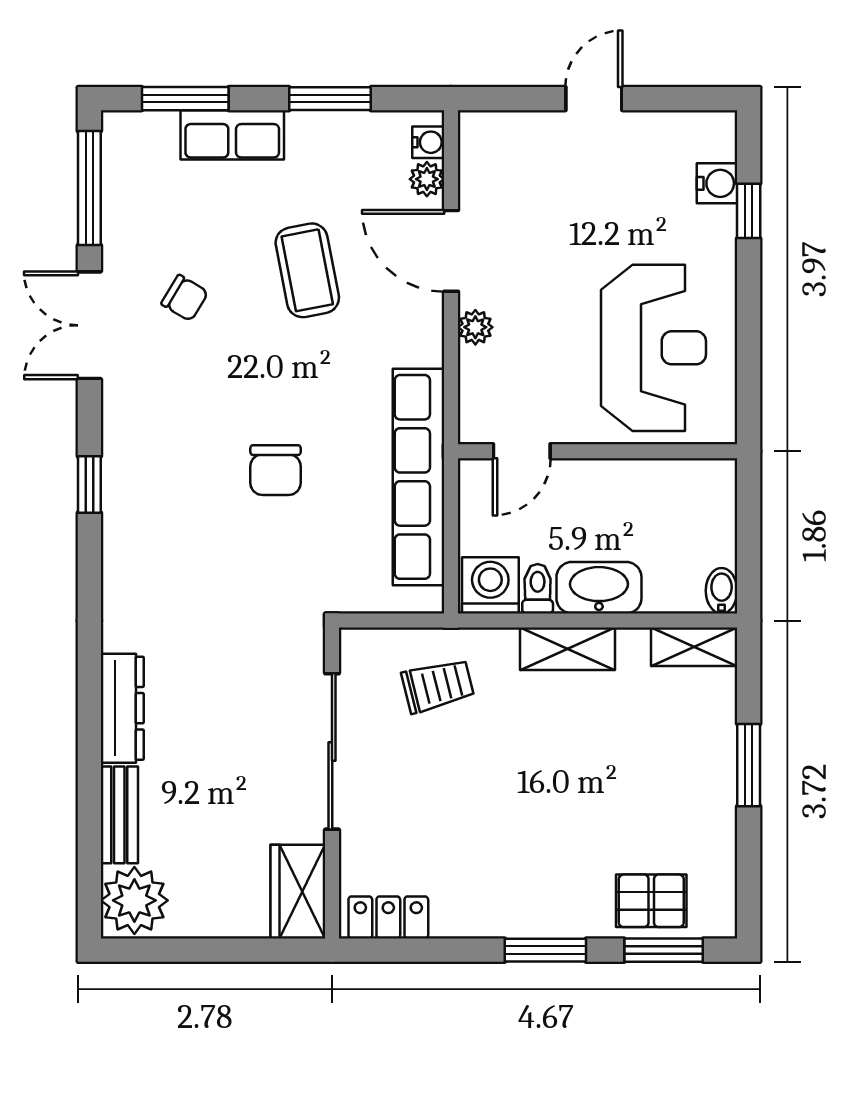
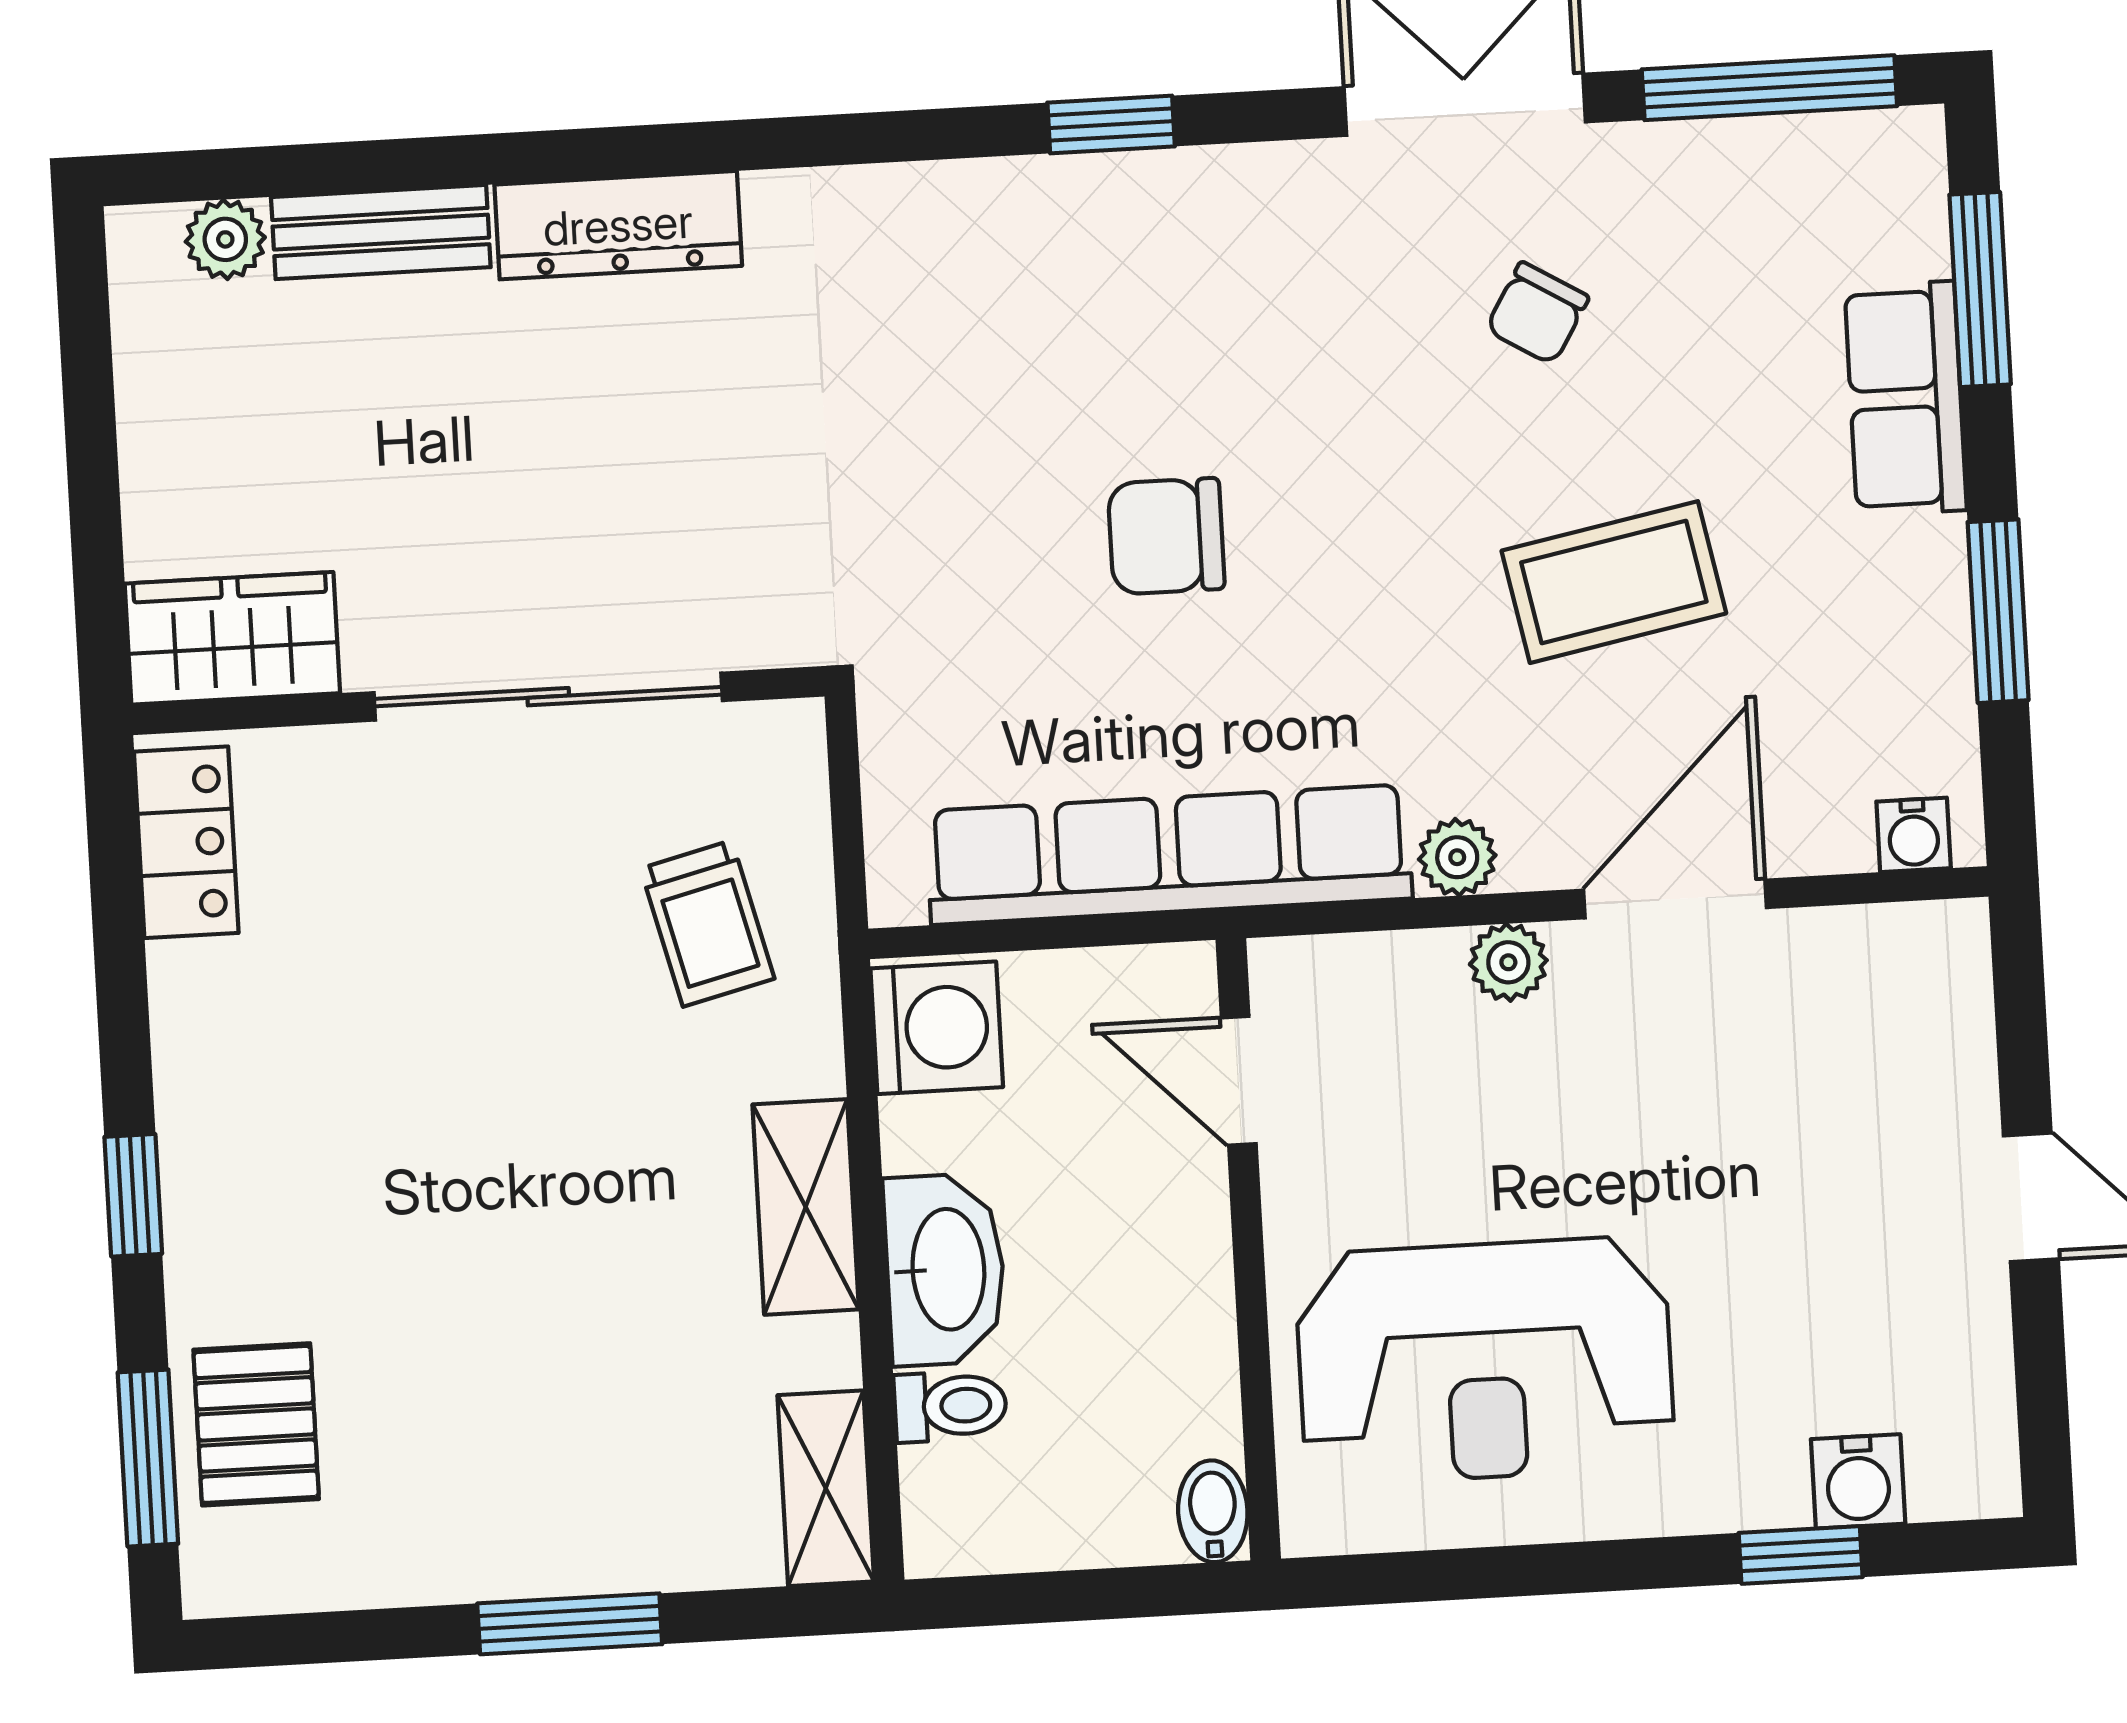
plant: (427, 179) -> (1457, 857), moved
toilet: (538, 589) -> (950, 1406), moved
bidet: (722, 591) -> (1213, 1511), moved, turned -90
plant: (134, 900) -> (225, 239), width x0.53, depth x0.53
window: (545, 950) -> (133, 1195), width x0.67

